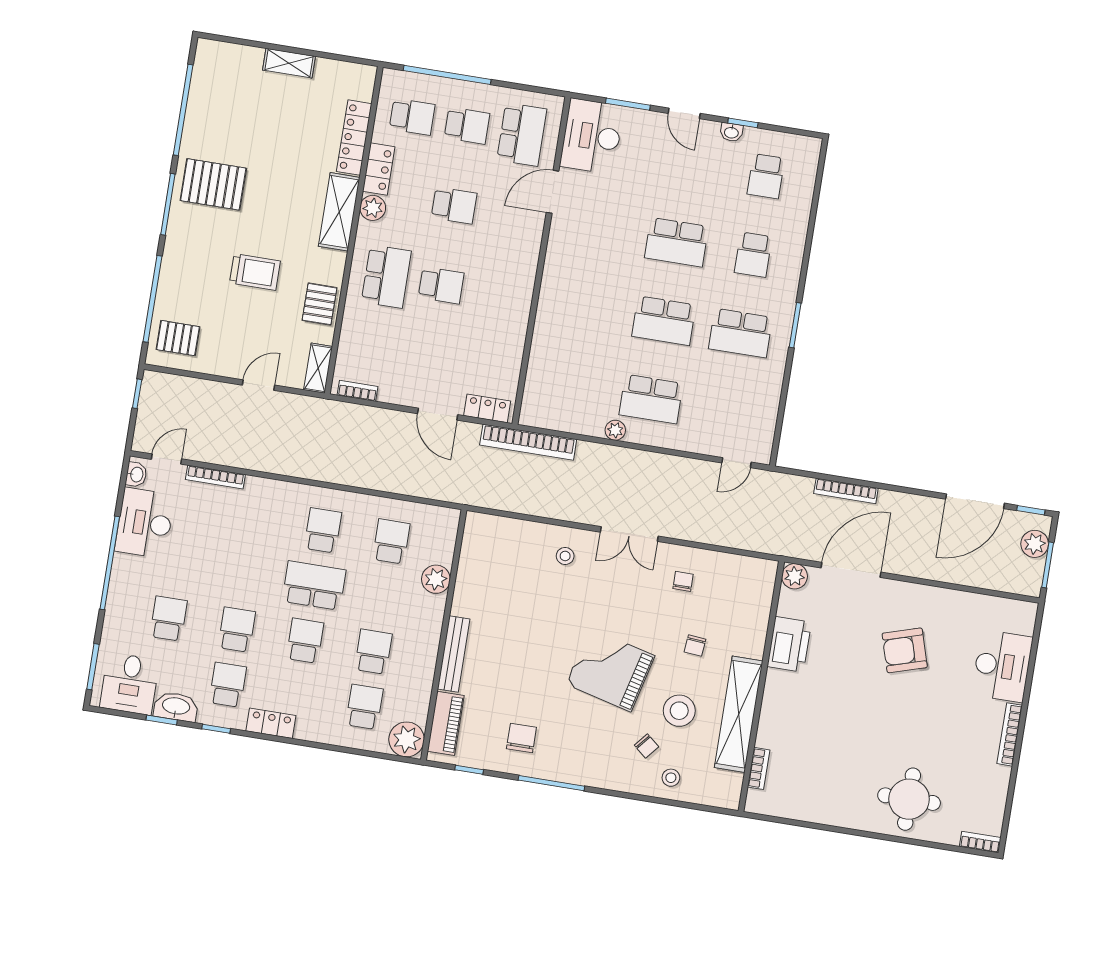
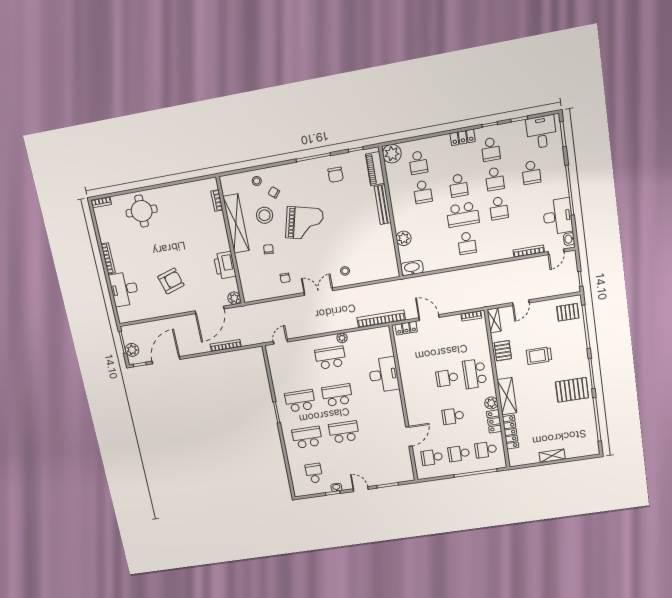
school desk: (522, 134) -> (432, 457), width x0.54
desk: (592, 136) -> (384, 375), moved
school desk: (753, 255) -> (307, 437), width x1.85
school desk: (391, 541) -> (499, 208), moved
washbasin: (176, 707) -> (412, 268), moved, turned 180

